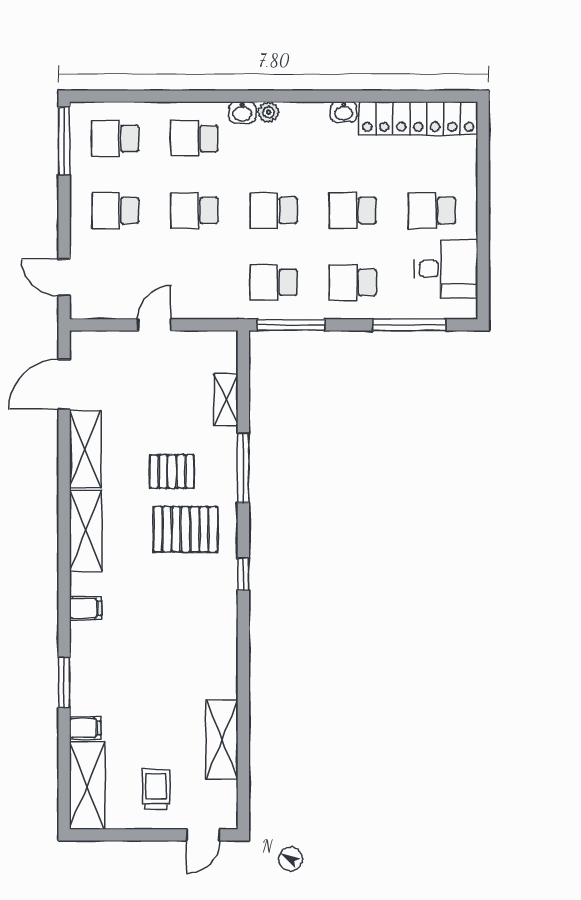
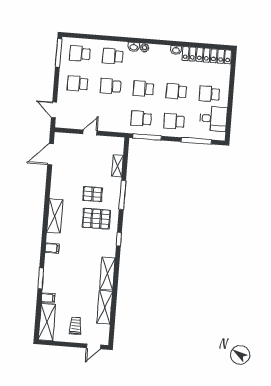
shelving: (85, 449) -> (107, 274), moved

